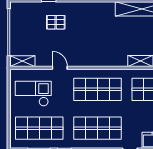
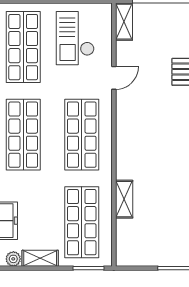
checkout: (33, 94) -> (75, 38), turned 180

